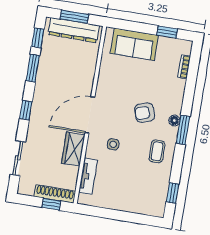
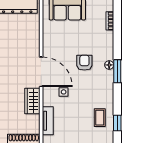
armchair: (145, 113) -> (84, 63), turned 109
door: (90, 115) -> (41, 72), swing flipped
coffee table: (157, 151) -> (100, 118), moved

